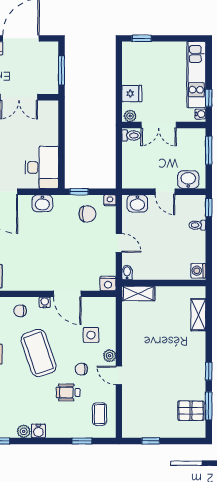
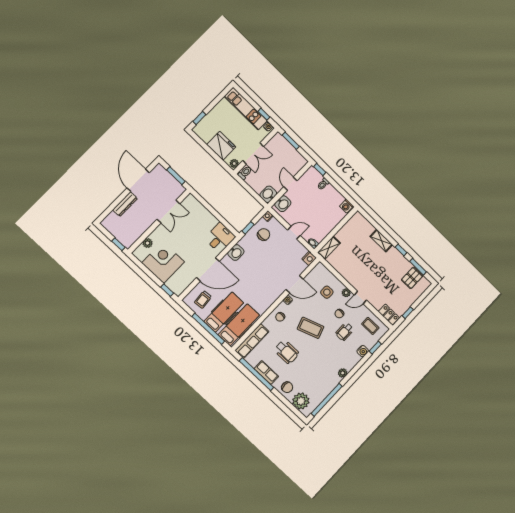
fridge: (132, 94) -> (221, 146), width x1.88, depth x1.34
desk: (42, 167) -> (220, 238), width x0.73
washbasin: (188, 180) -> (268, 194), moved
door: (165, 192) -> (290, 184), swing flipped
shelving: (198, 315) -> (381, 241), moved
coffee table: (39, 353) -> (311, 328), width x0.73, depth x0.76
locker: (130, 423) -> (389, 315), added
water cooler: (38, 431) -> (363, 351), moved

